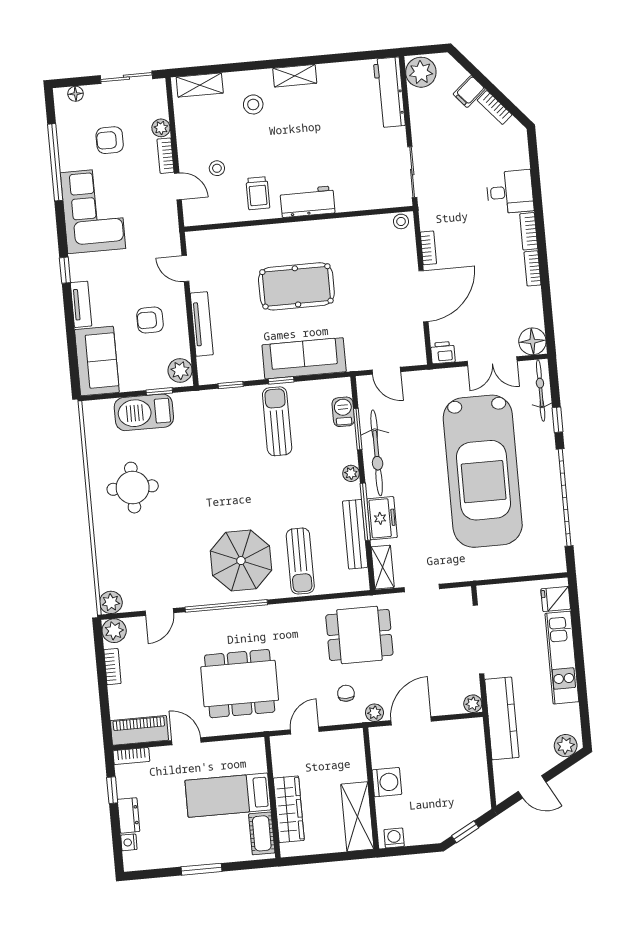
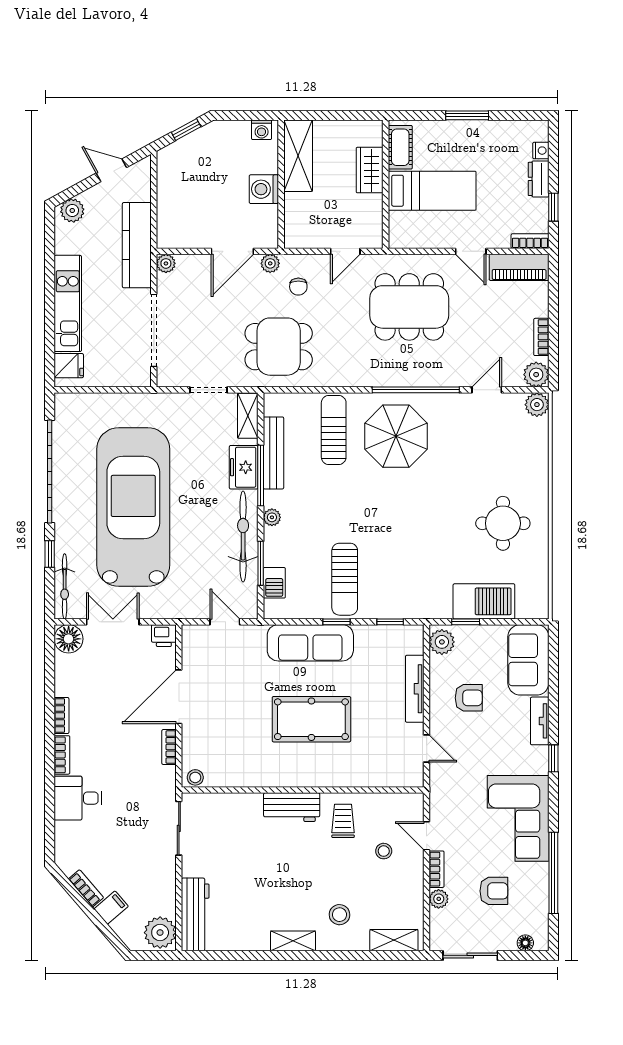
wardrobe: (289, 809) -> (370, 170), width x0.67

